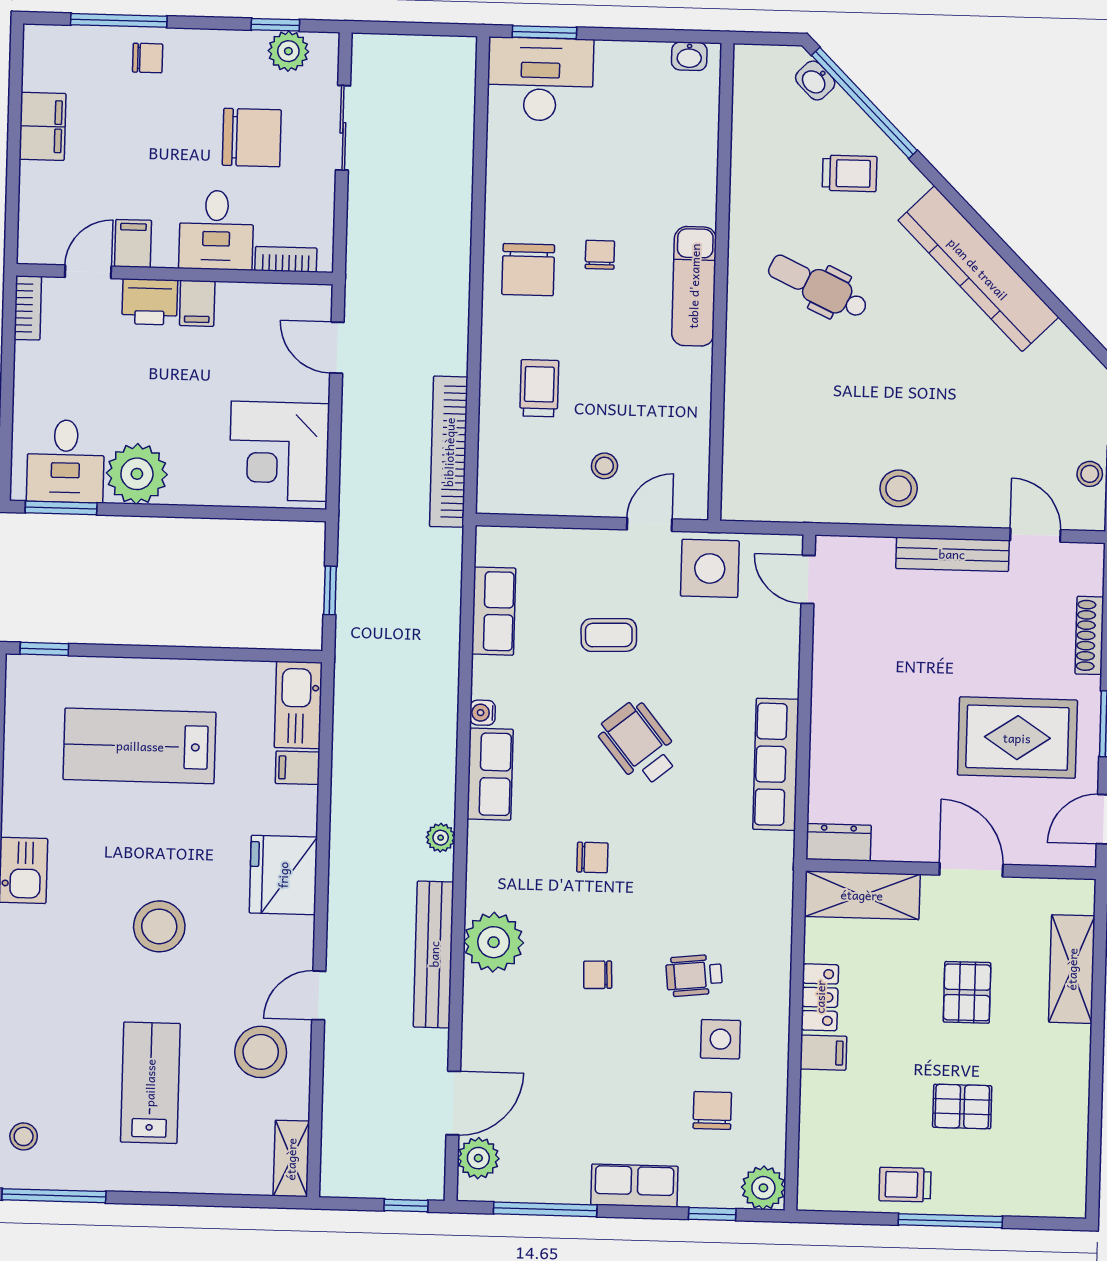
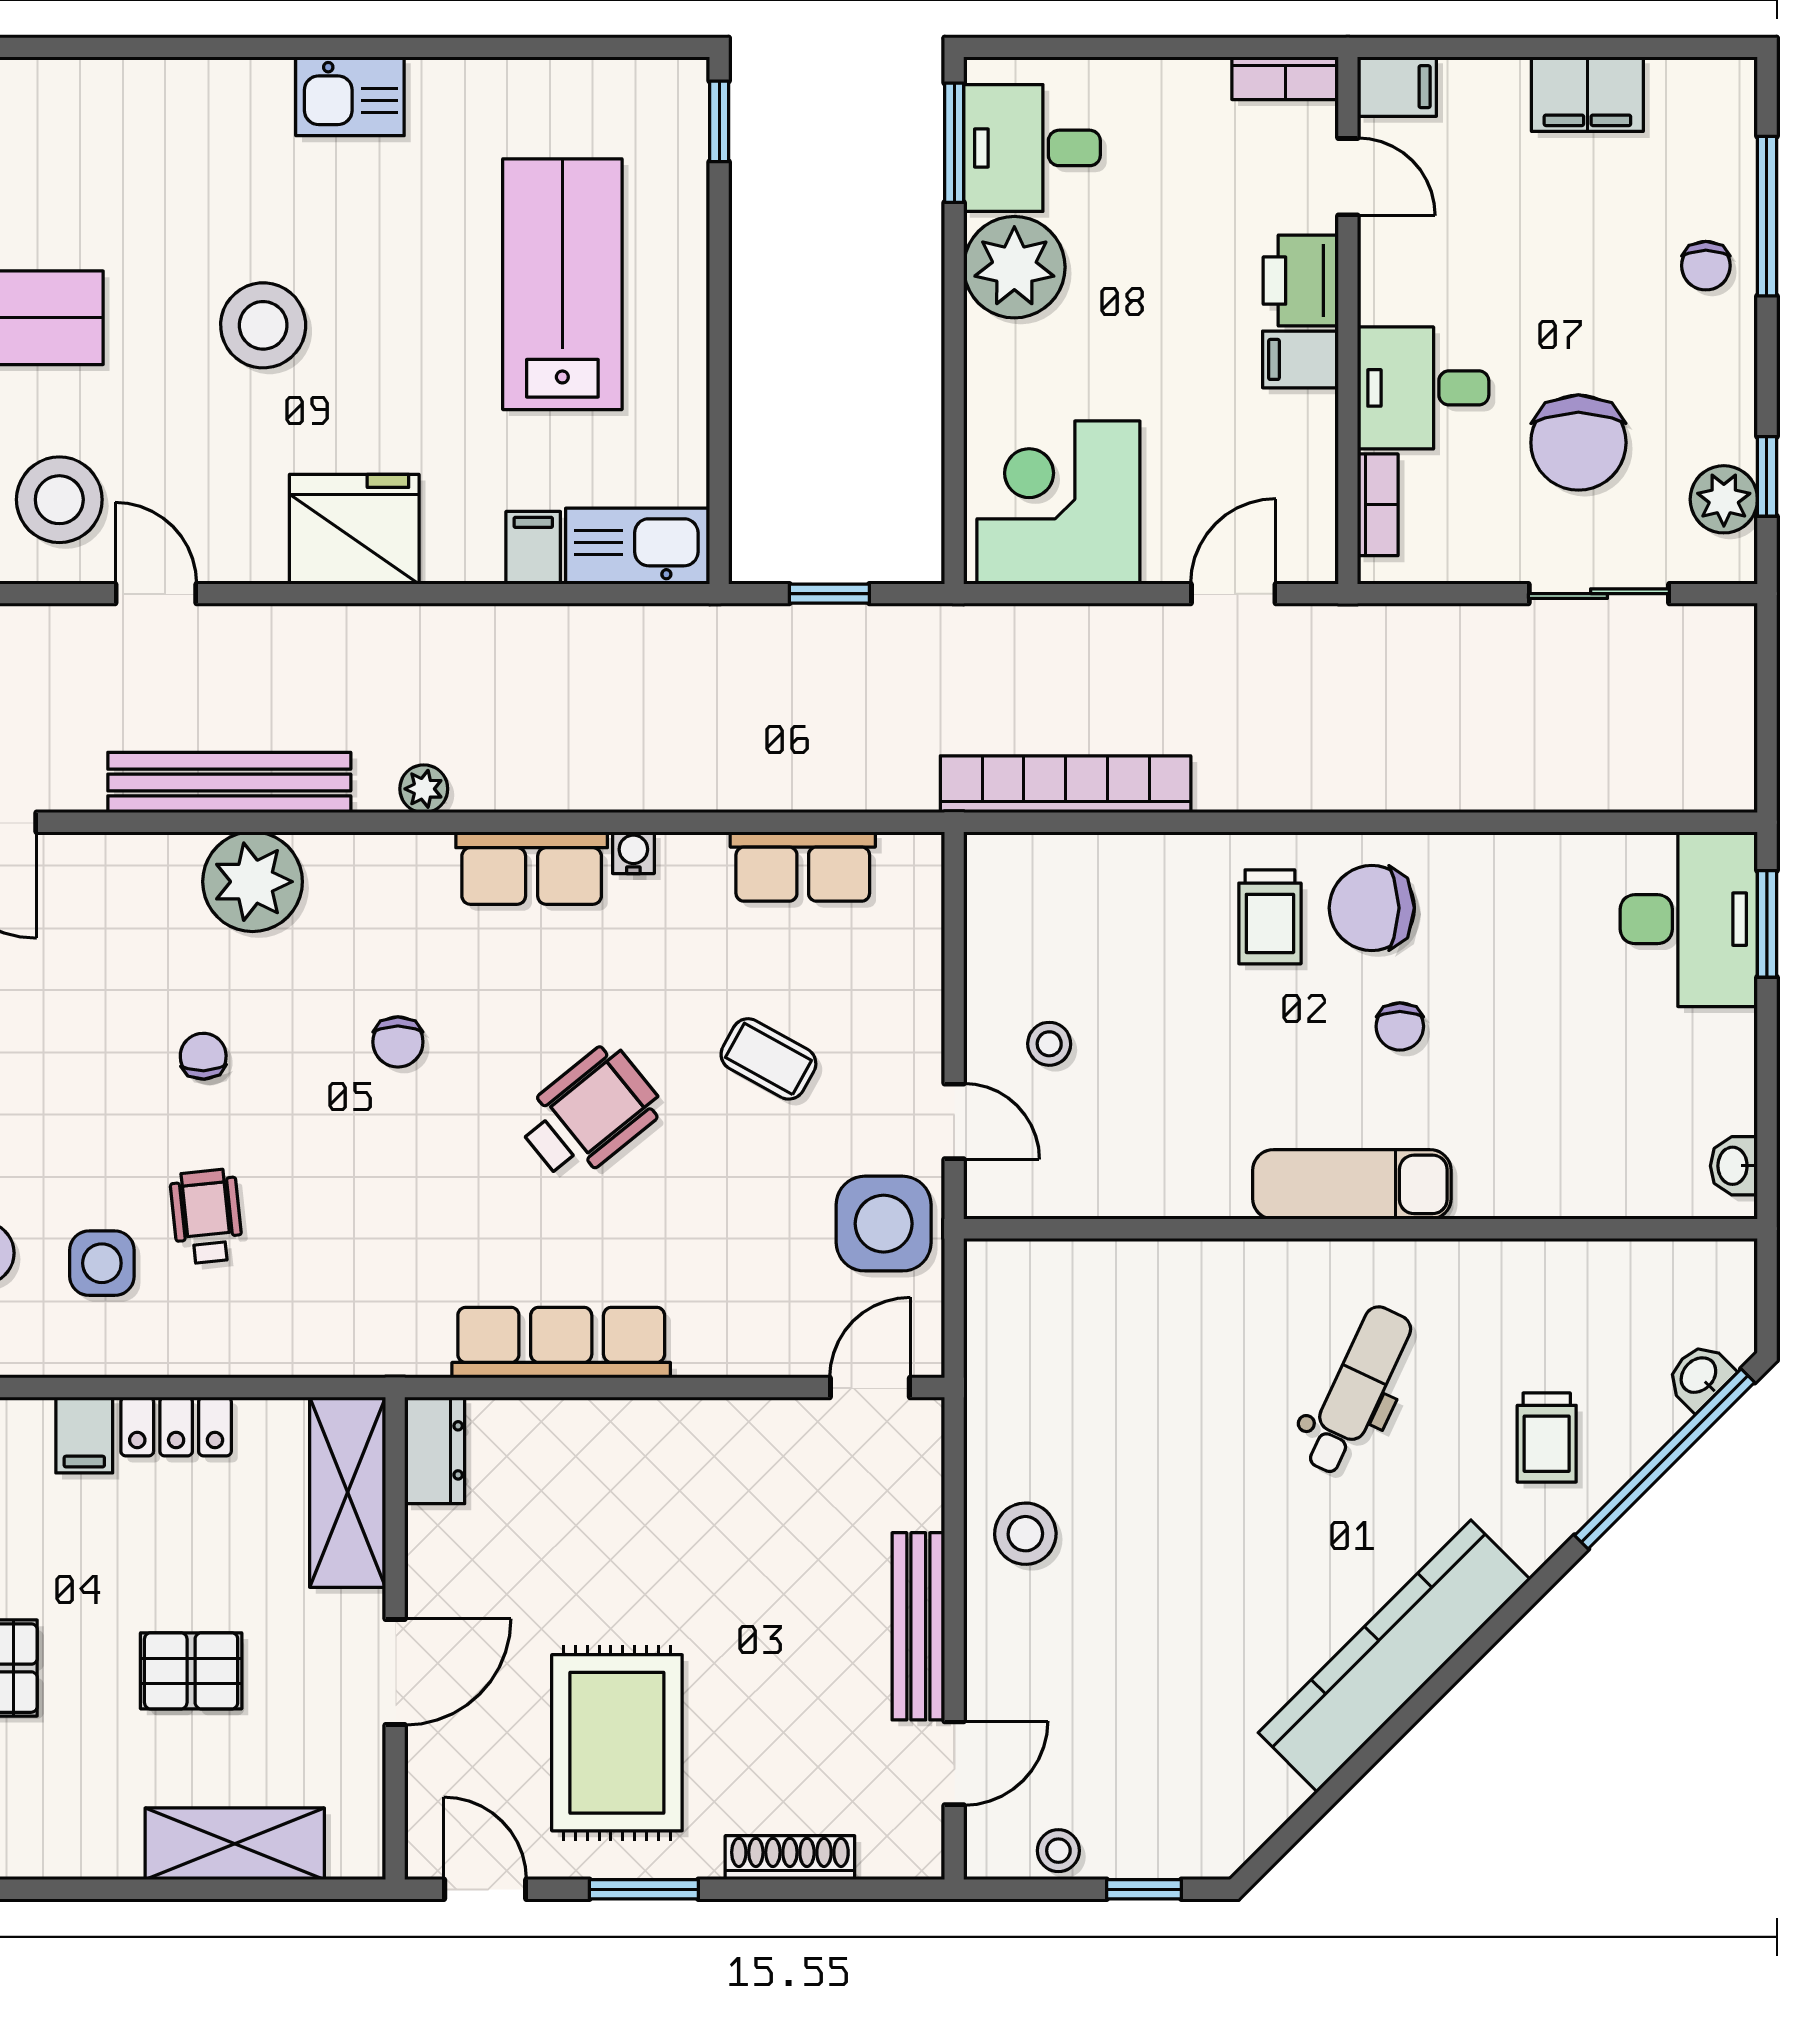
filing cabinet: (133, 243) -> (1397, 87), moved
chair: (600, 255) -> (1400, 1026), turned 90
trolley: (539, 388) -> (1270, 917), moved, turned 90
coffee table: (609, 635) -> (768, 1059), turned -59

